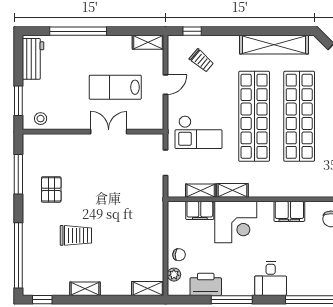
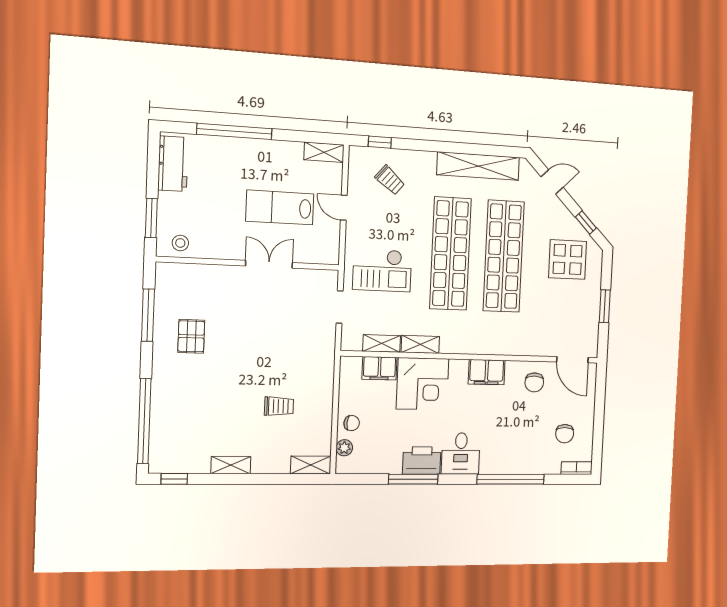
door: (165, 85) -> (344, 208), swing flipped
trolley: (76, 235) -> (279, 406), moved, width x0.73, depth x0.72
printer: (206, 284) -> (422, 461), moved

